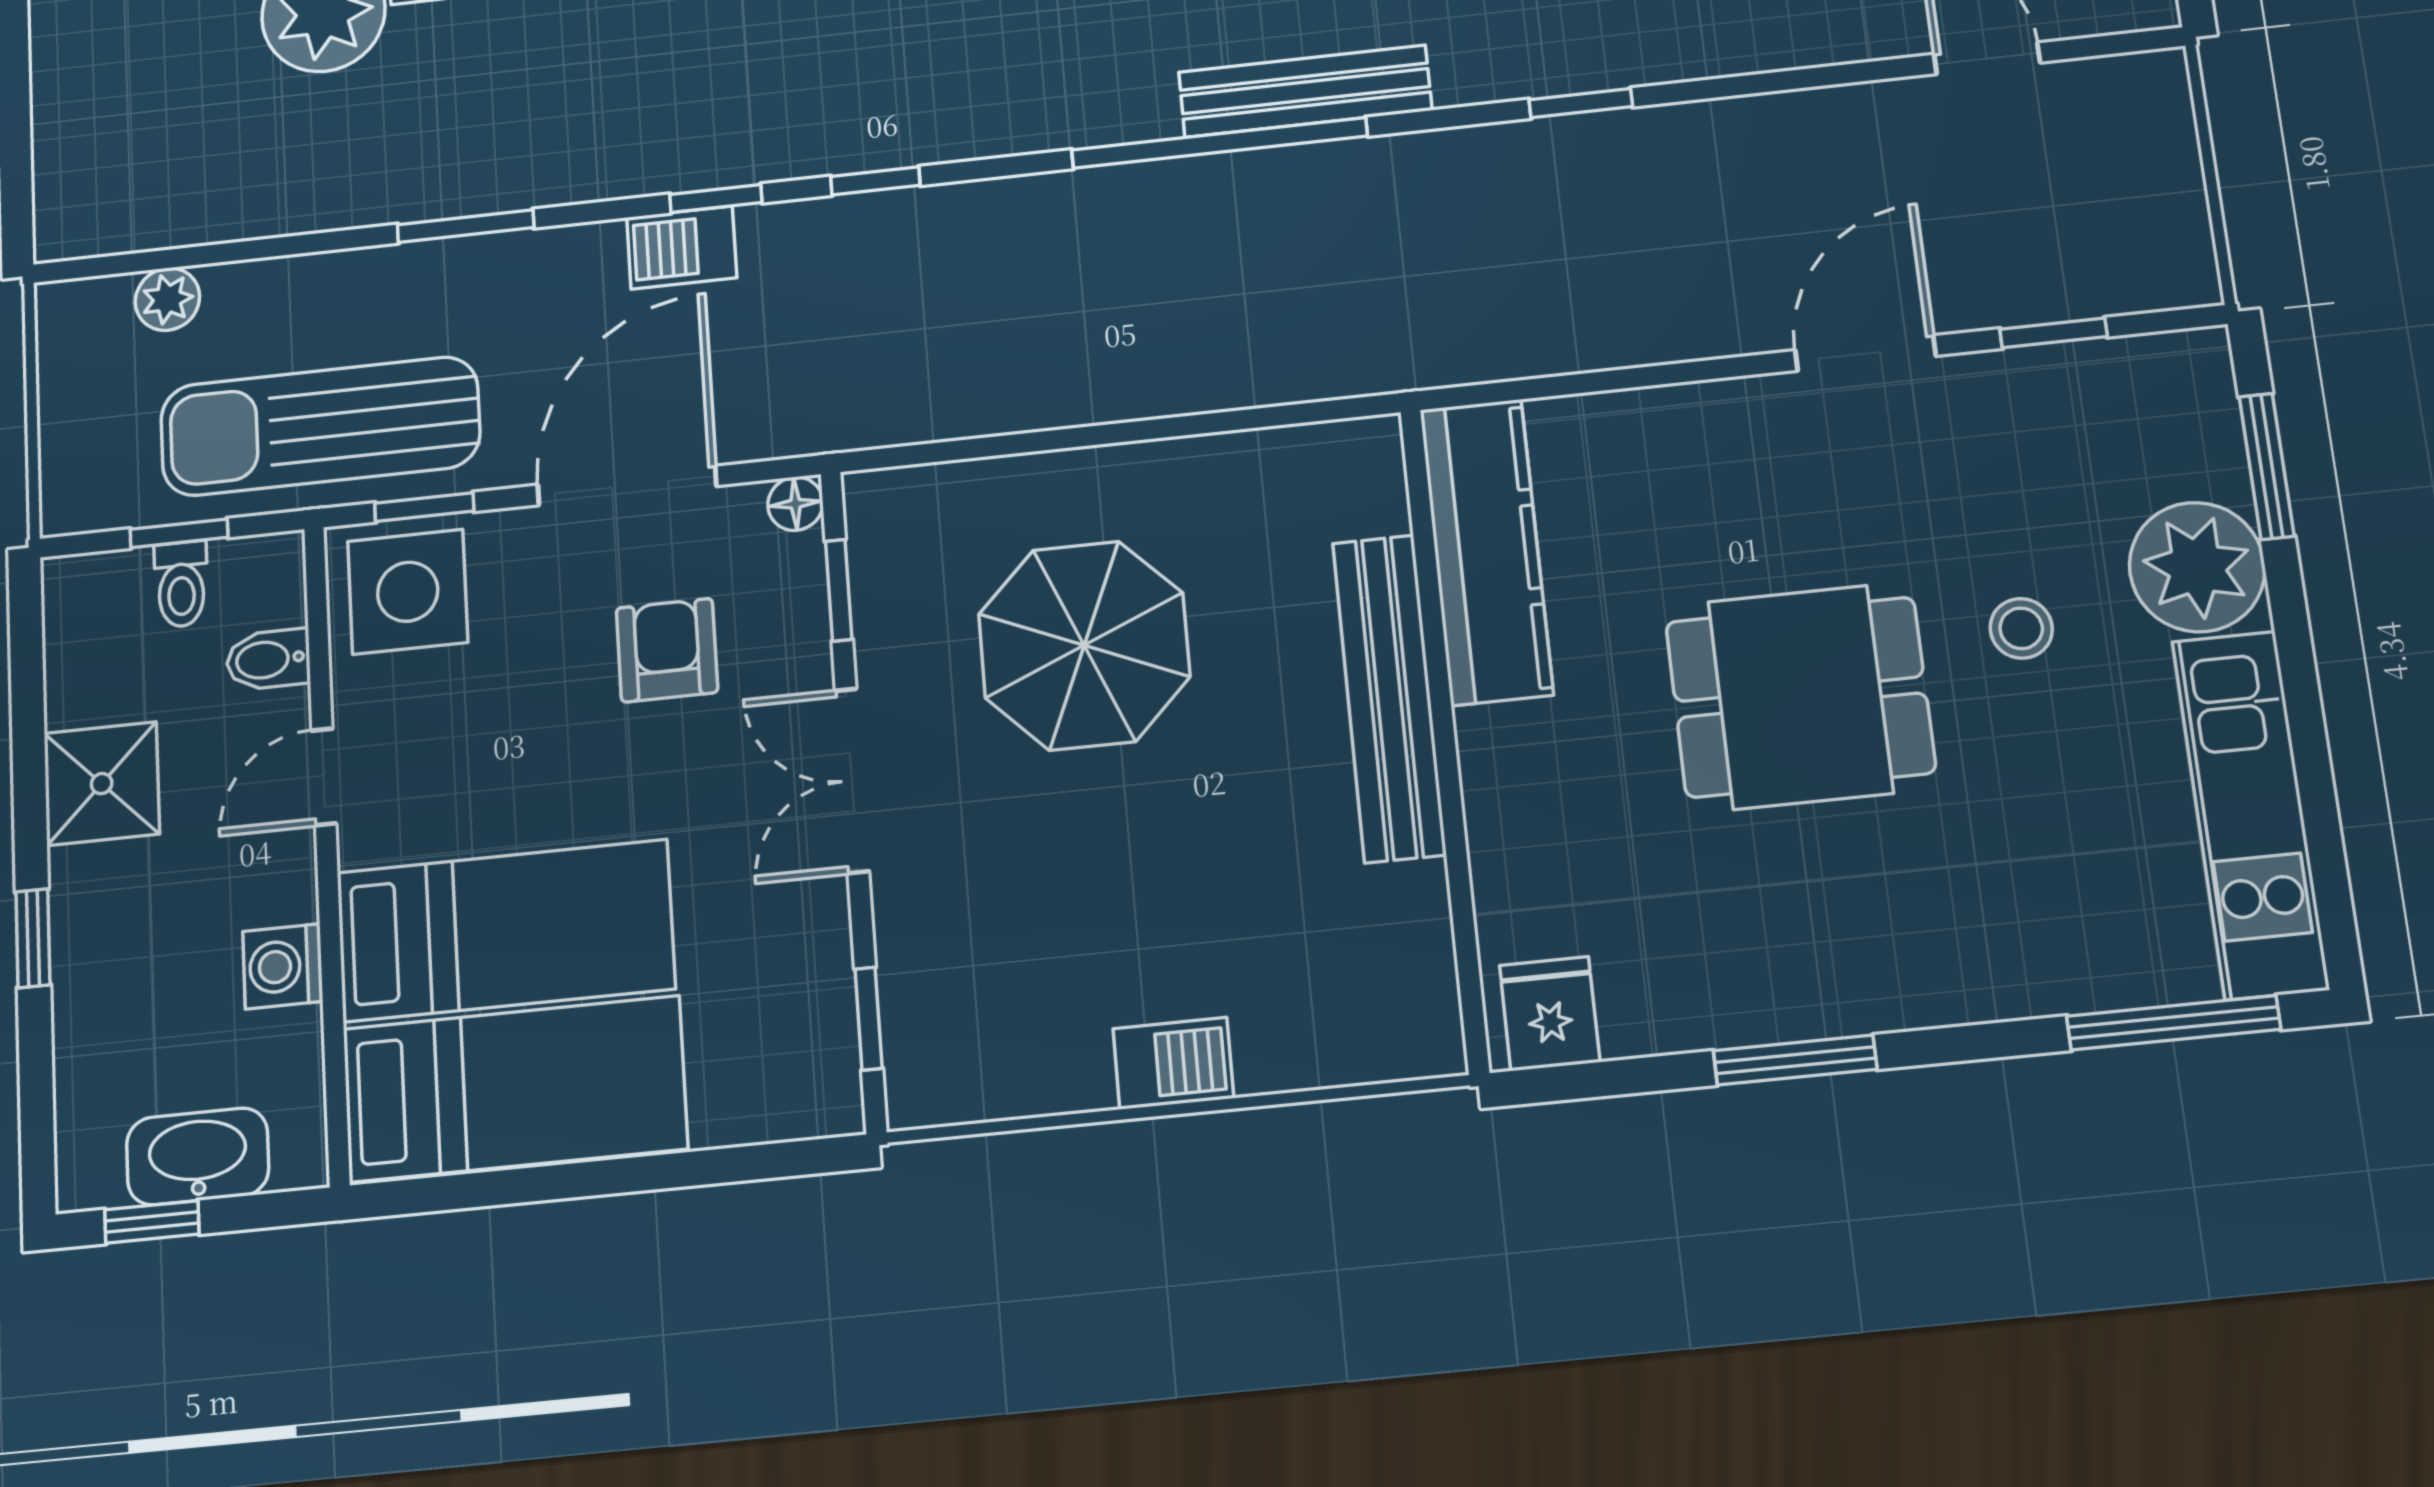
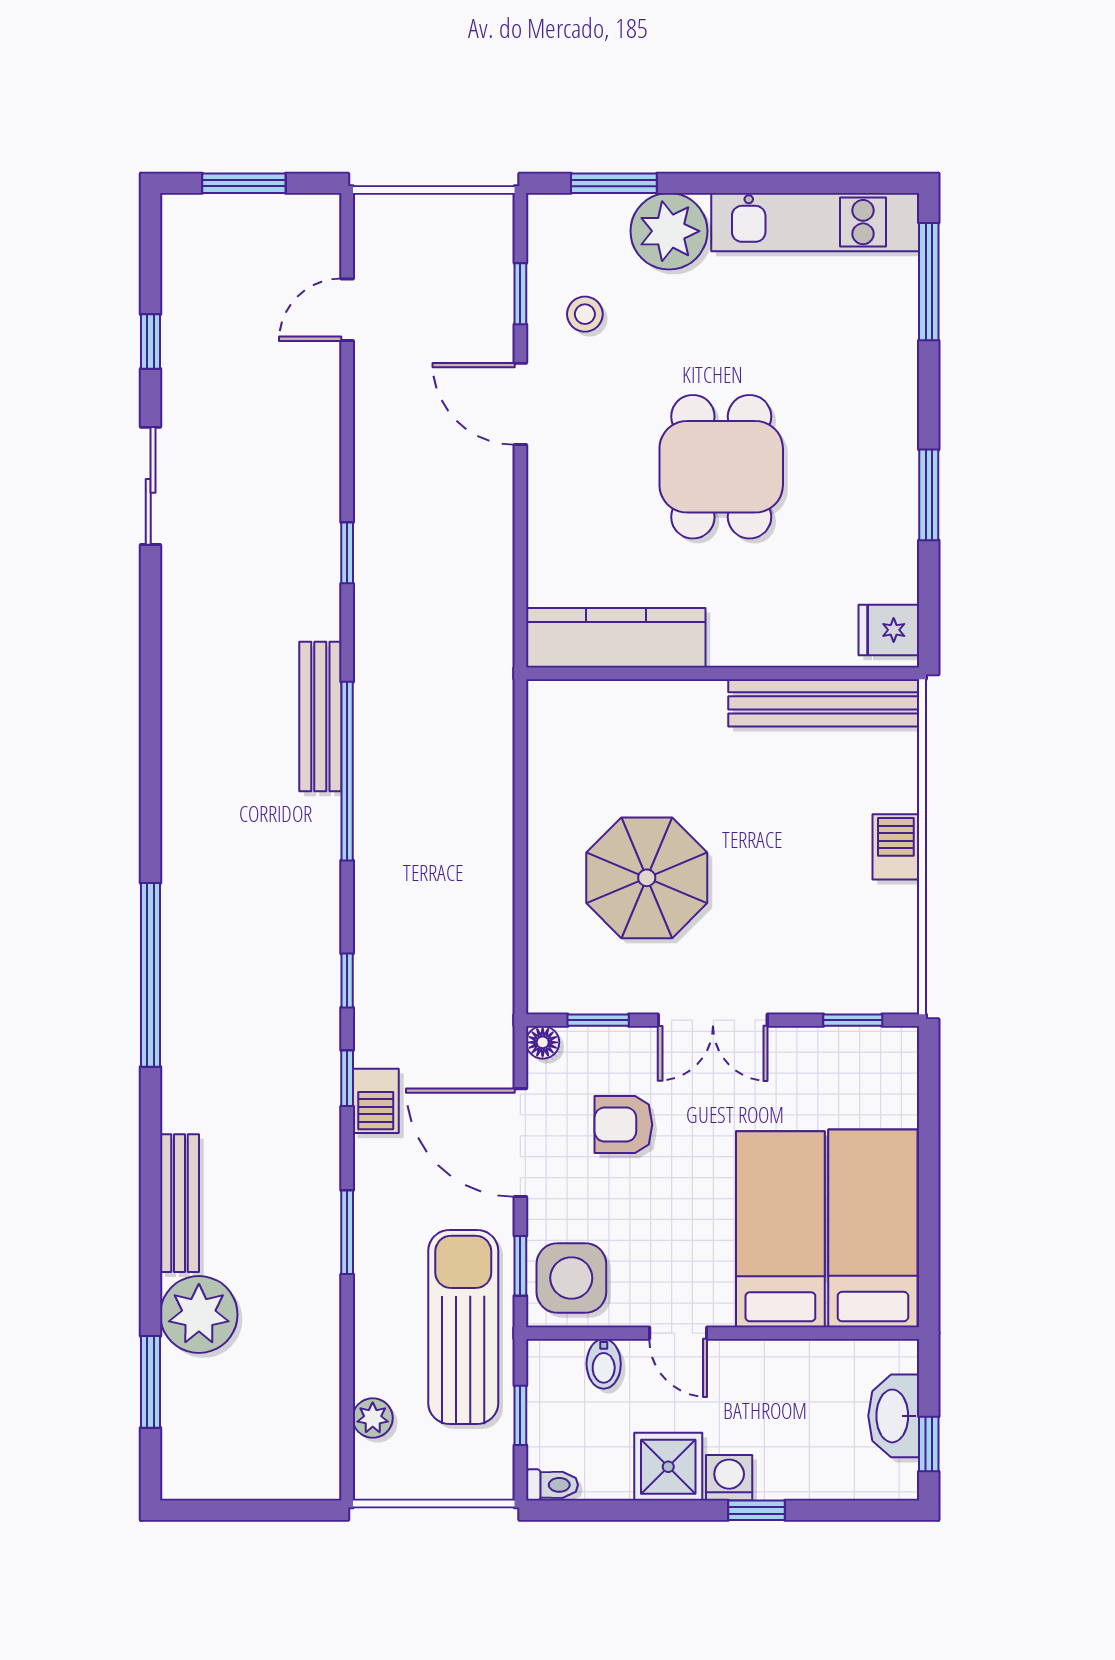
sun lounger: (320, 426) -> (463, 1327), turned 180
toilet: (181, 584) -> (552, 1485), moved
stool: (2021, 628) -> (585, 314), moved
bench: (1389, 698) -> (824, 703), moved
washing machine: (283, 966) -> (729, 1478), moved, turned 180

